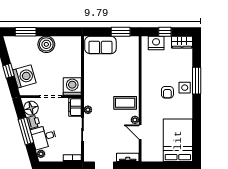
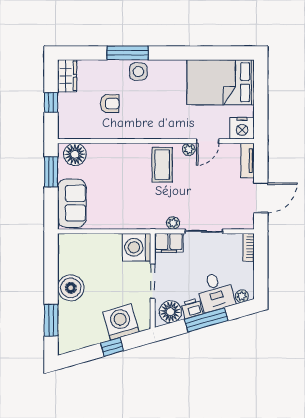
nightstand: (156, 43) -> (242, 128), moved, turned -90
floor lamp: (132, 47) -> (75, 154), added
armchair: (167, 92) -> (110, 104), moved

